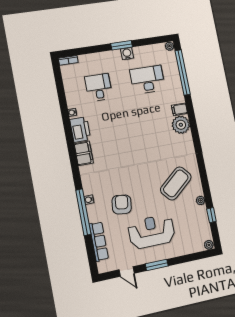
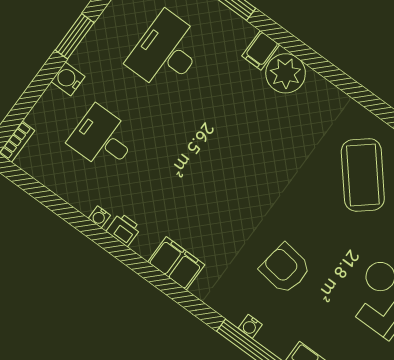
water cooler: (127, 54) -> (68, 79), moved
printer: (80, 130) -> (124, 230), width x0.53, depth x0.68
armchair: (122, 204) -> (285, 269), moved

